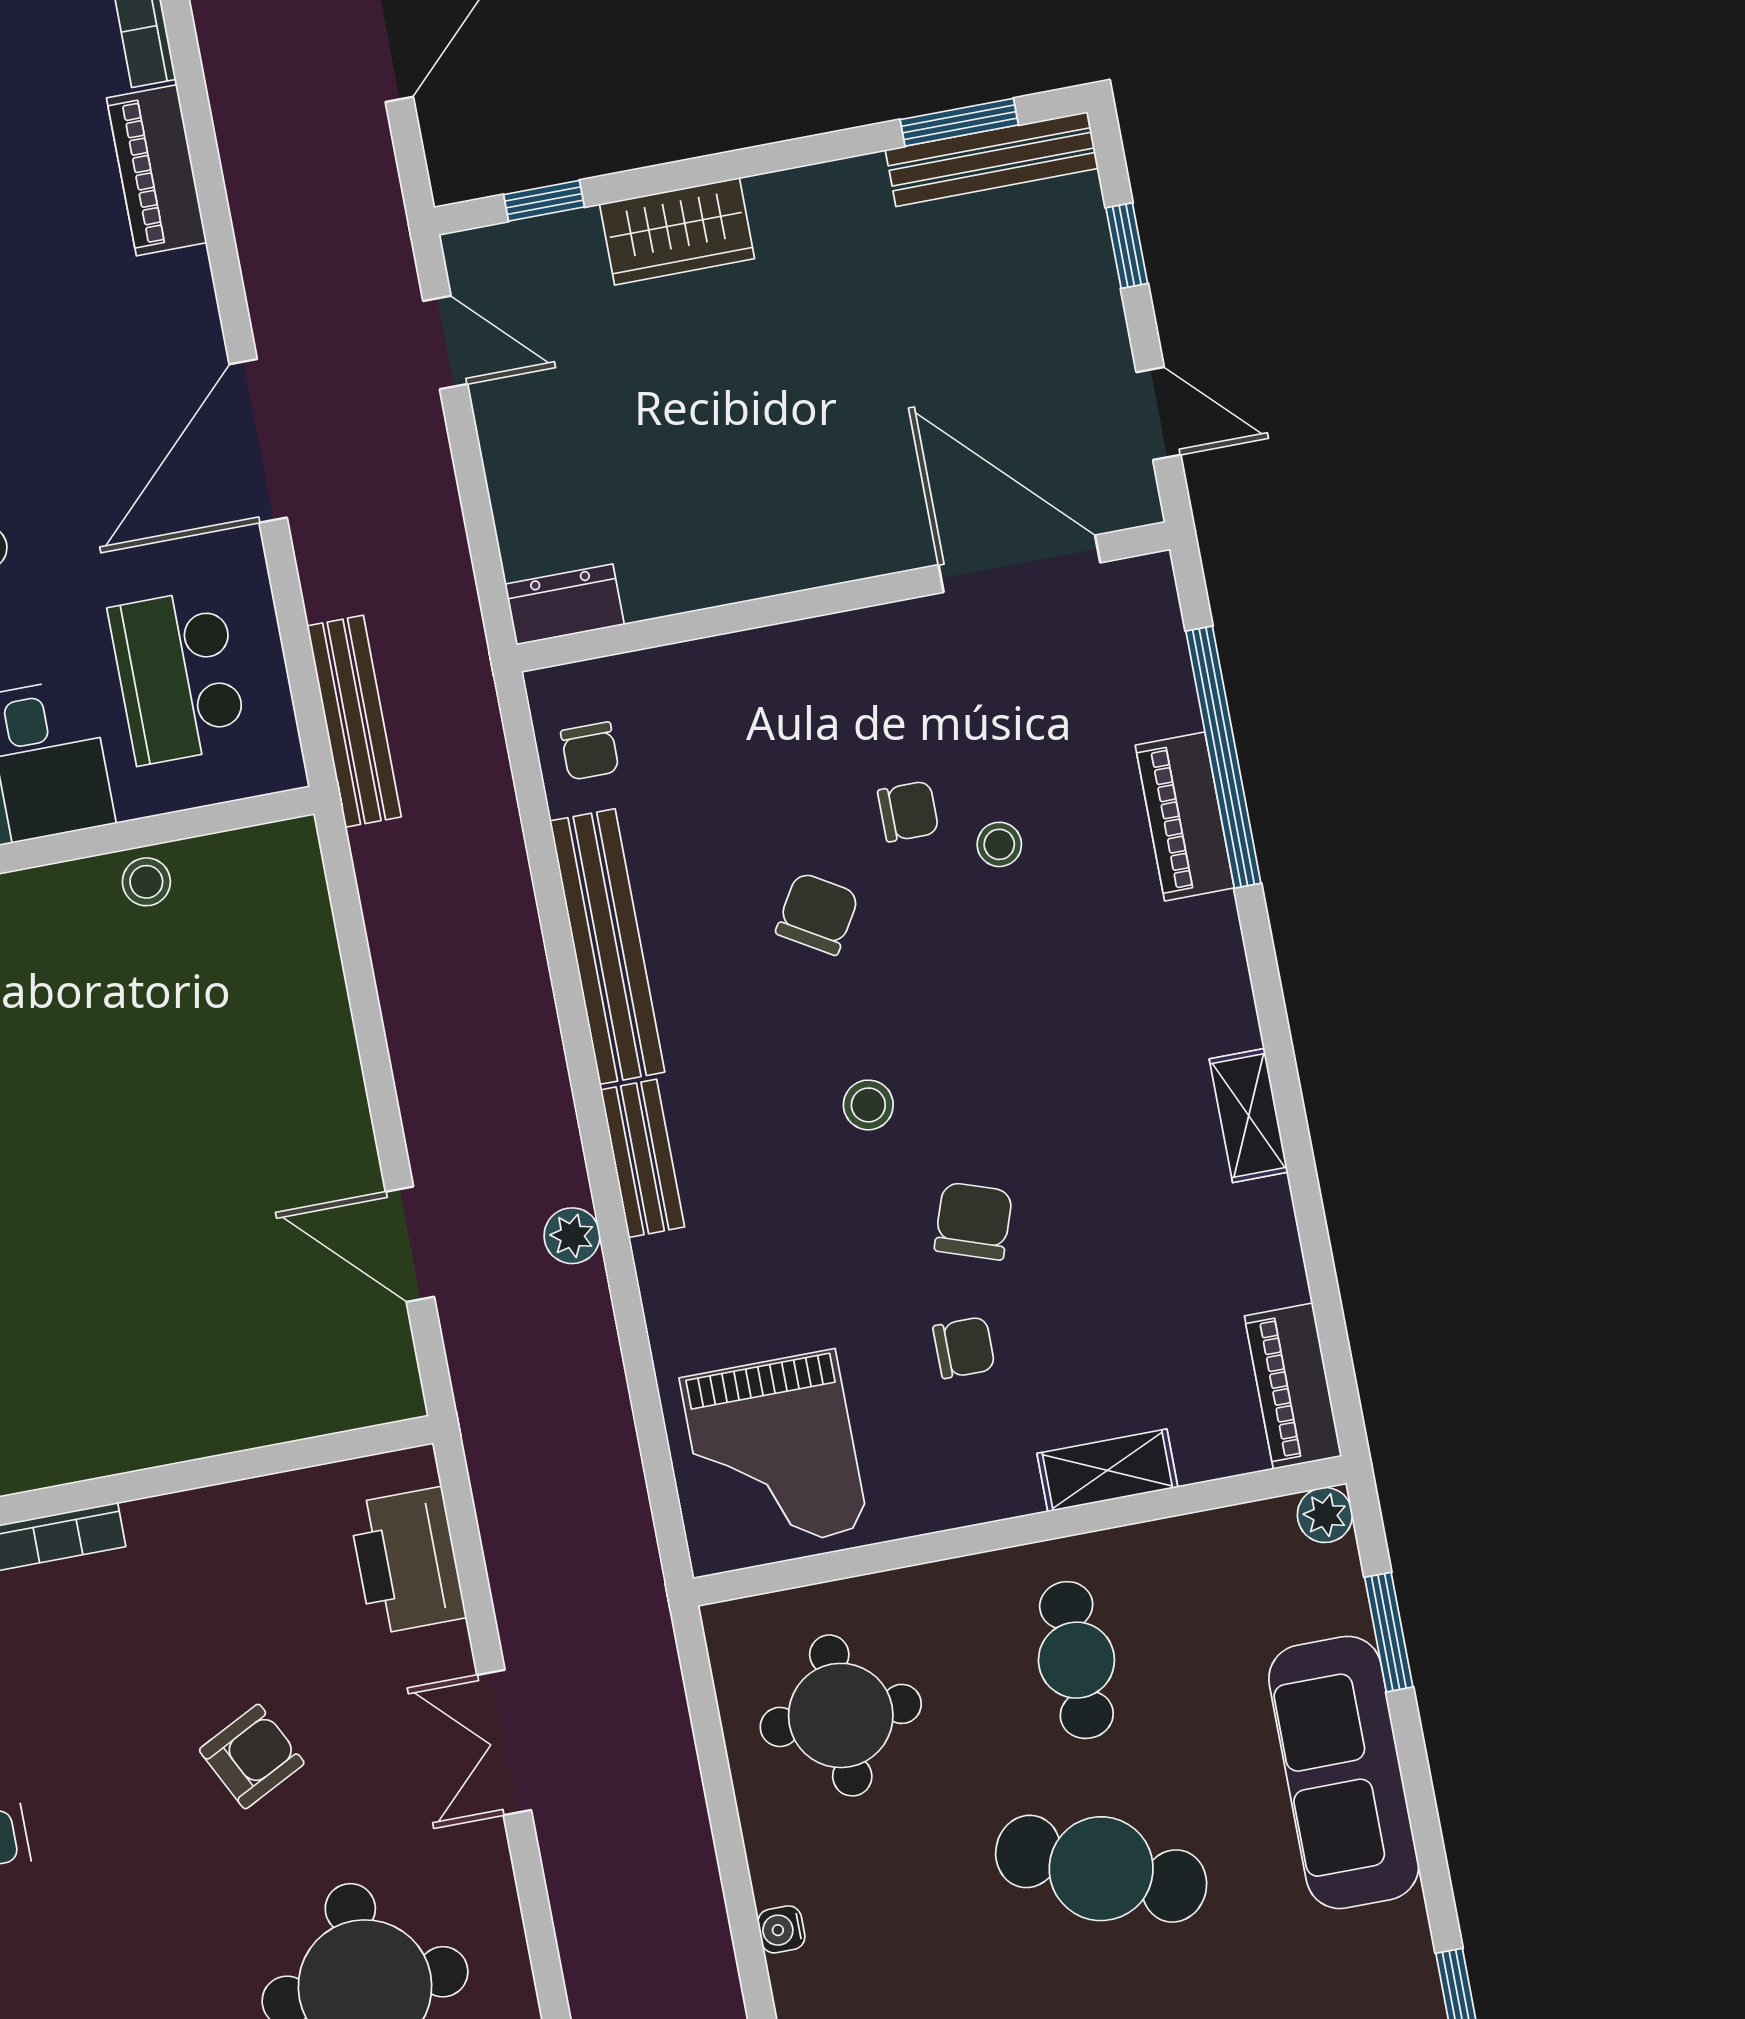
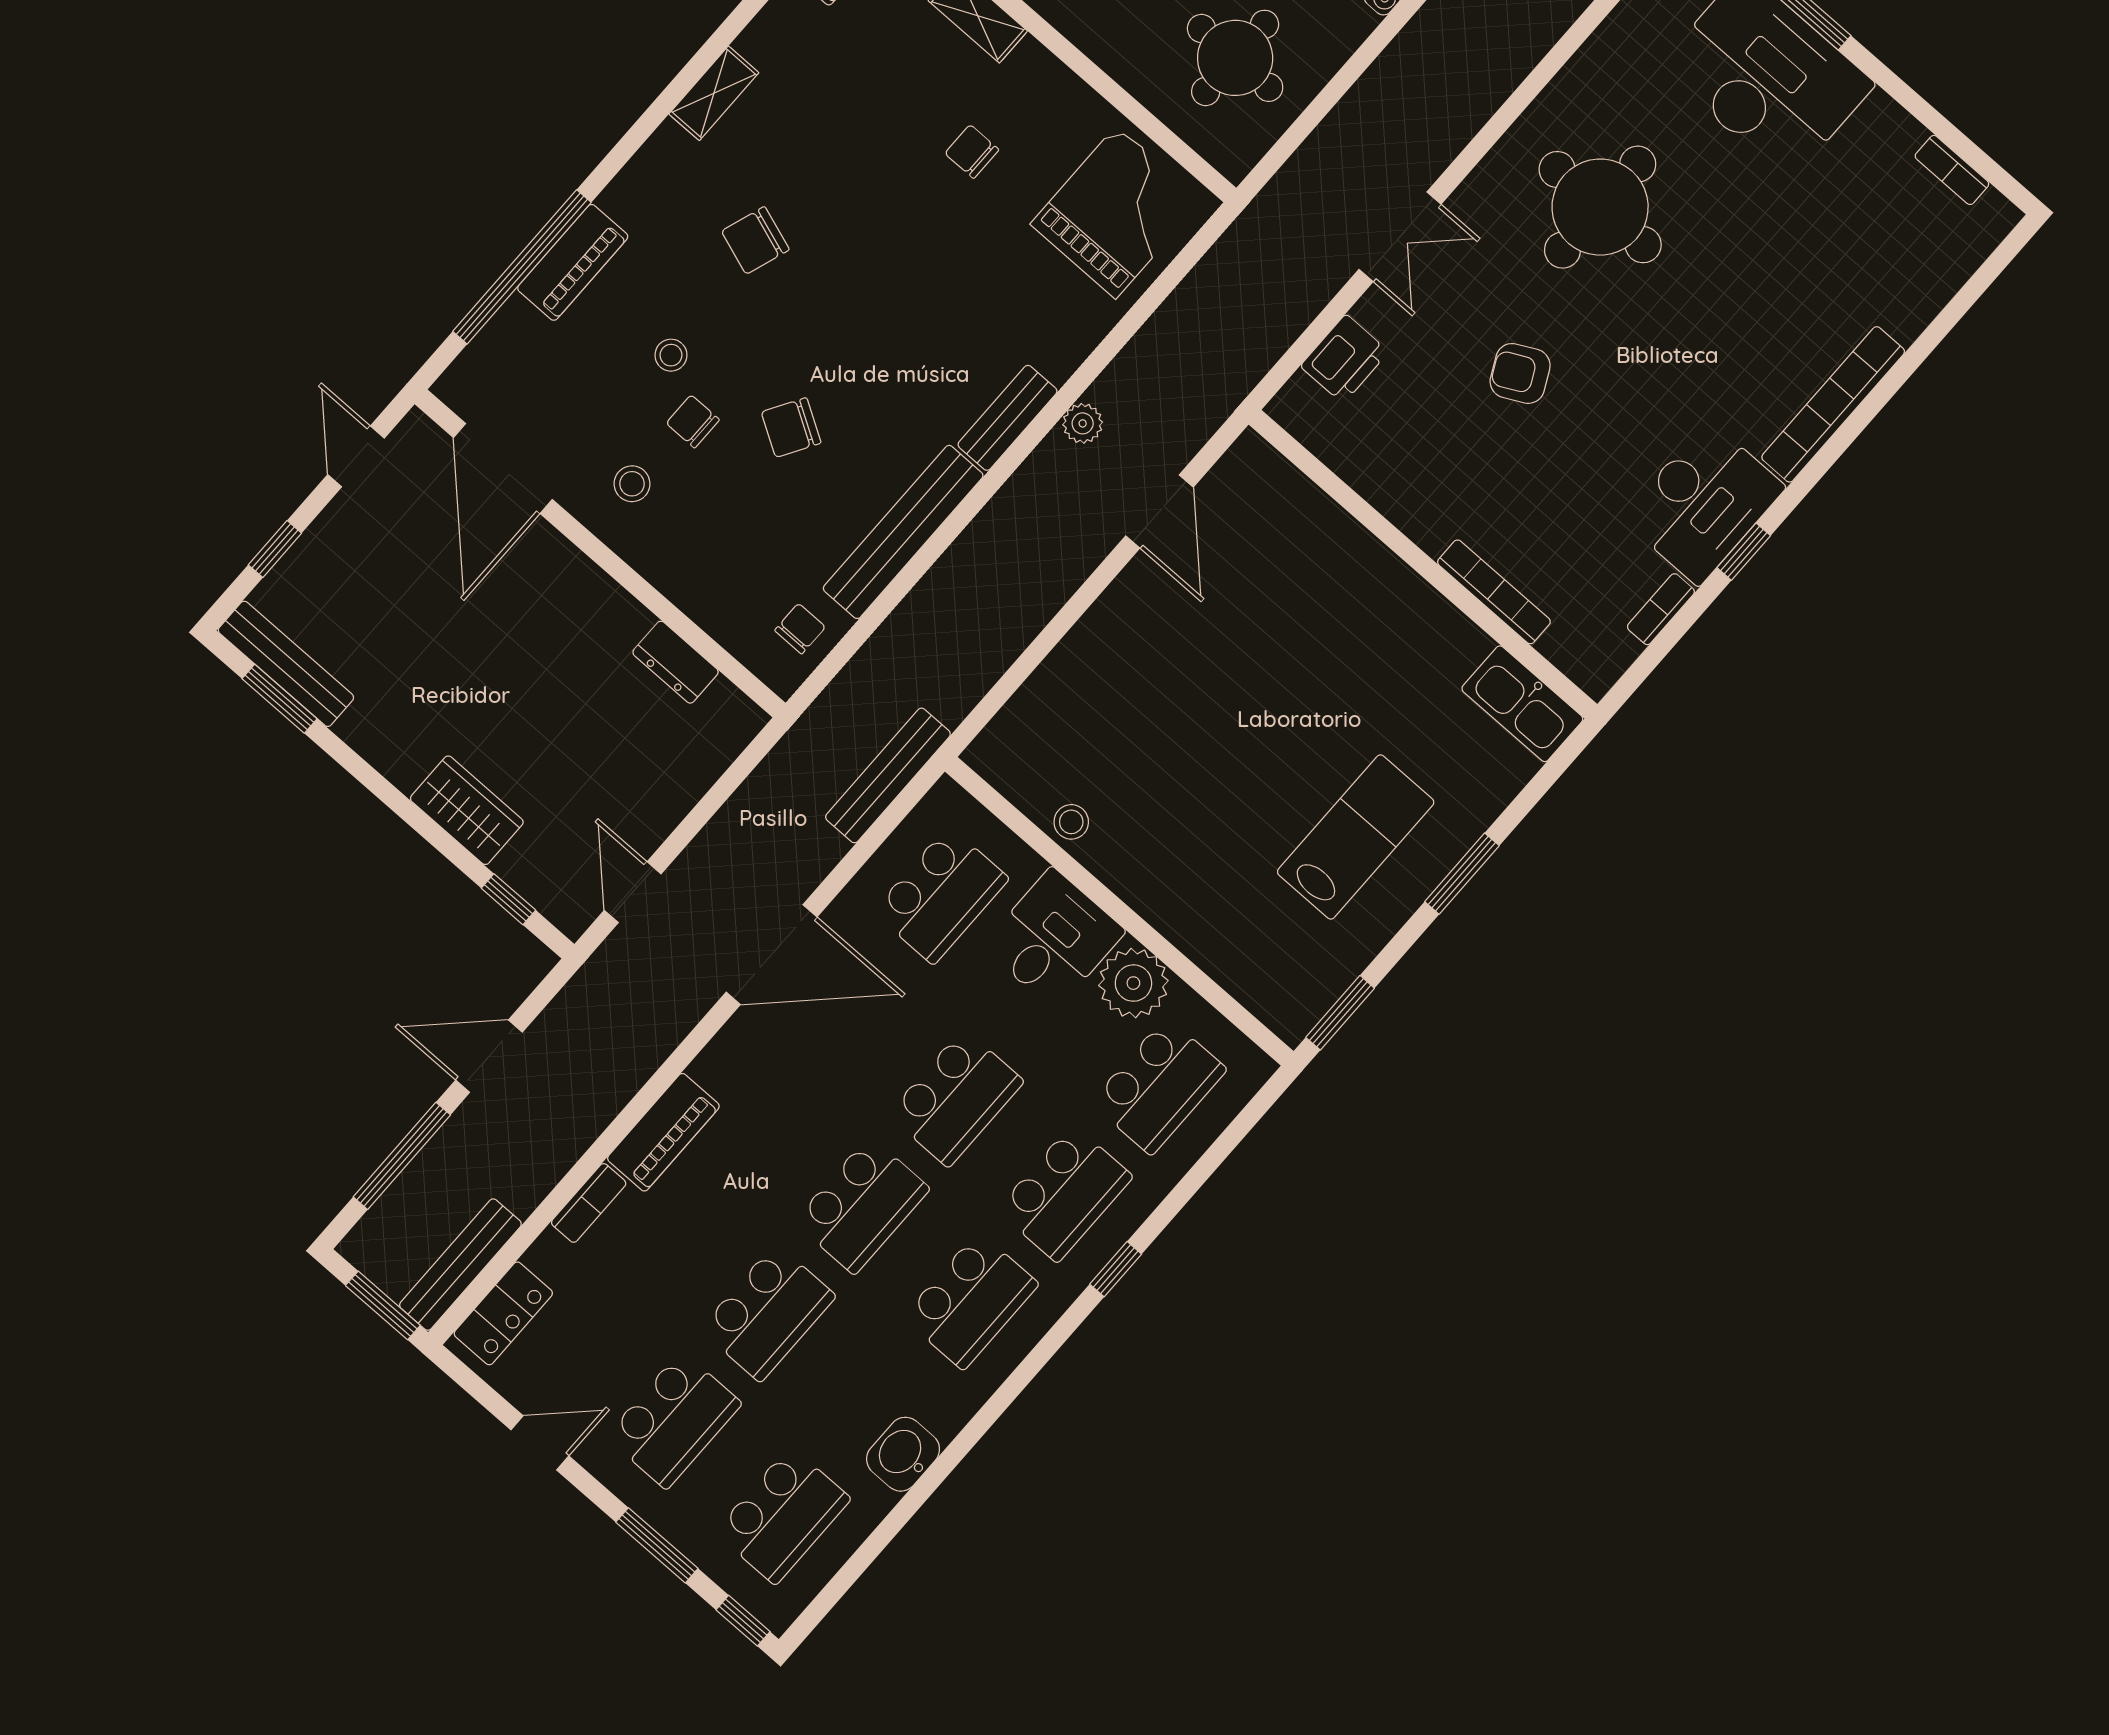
dresser: (565, 604) -> (676, 662), moved
stool: (868, 1105) -> (632, 484), moved
chair: (973, 1221) -> (755, 240), moved
printer: (407, 1561) -> (1345, 359), width x0.73, depth x0.84

